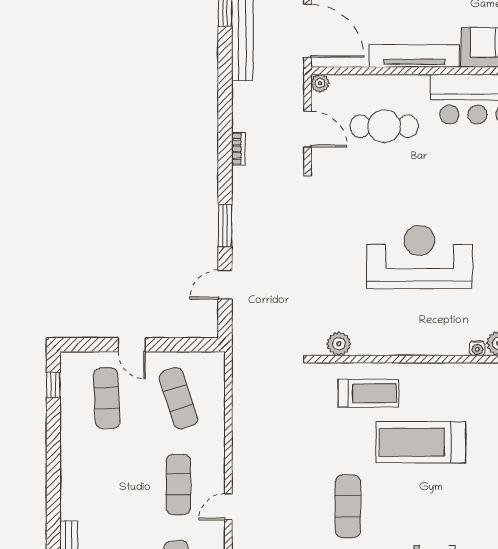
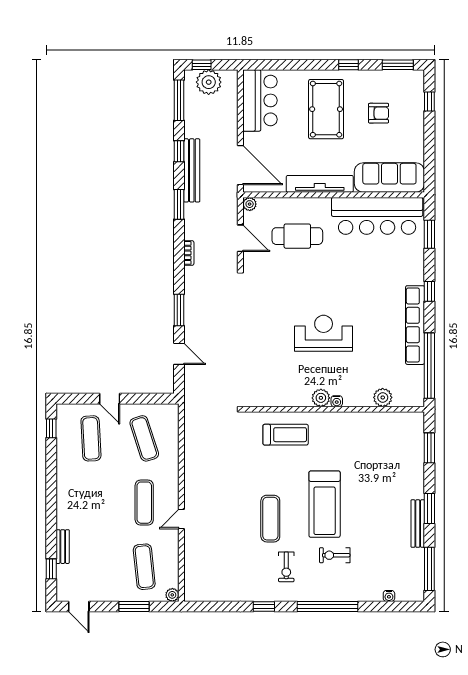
window: (225, 84) -> (179, 204), added
reception desk: (419, 257) -> (324, 333), width x0.74, depth x0.77
door: (225, 285) -> (179, 354), swing flipped
plant: (339, 344) -> (321, 398), moved
water cooler: (477, 348) -> (337, 401), moved
treadmill: (421, 442) -> (325, 504), moved, turned -90

